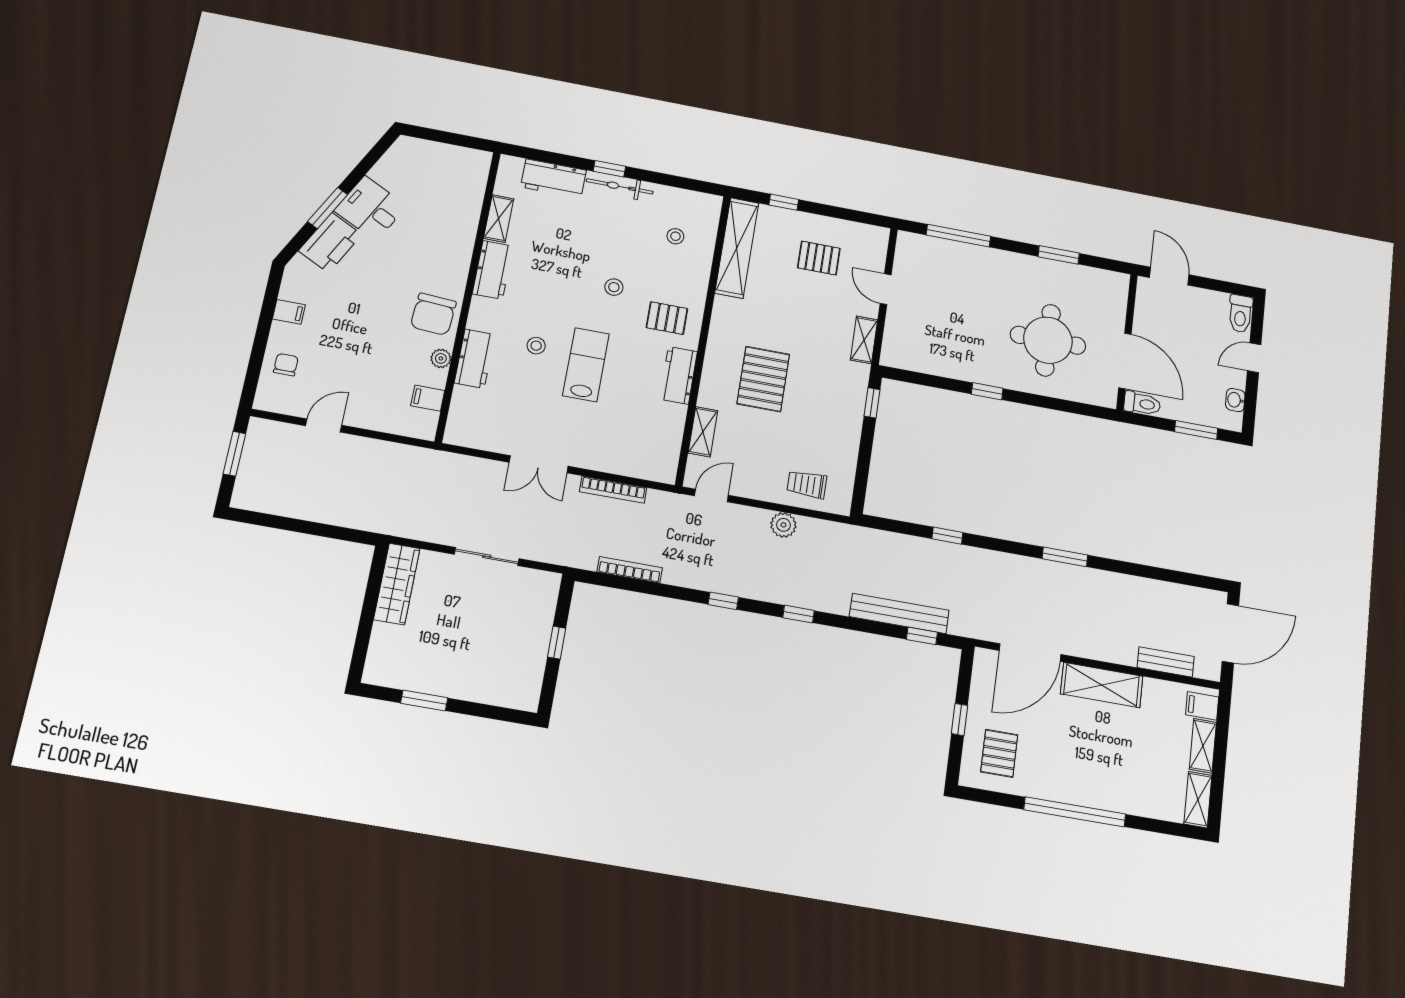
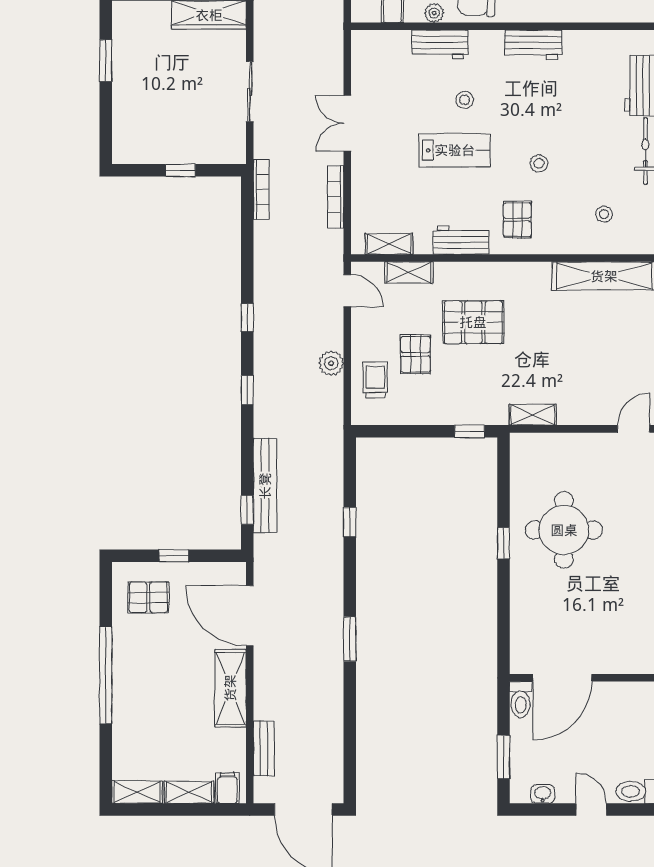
shelving: (499, 219) -> (389, 244), moved
pallet: (819, 258) -> (415, 354), moved
door: (886, 289) -> (634, 429), moved
round table: (1048, 340) -> (564, 530), moved
bookcase: (630, 570) -> (261, 189), moved

